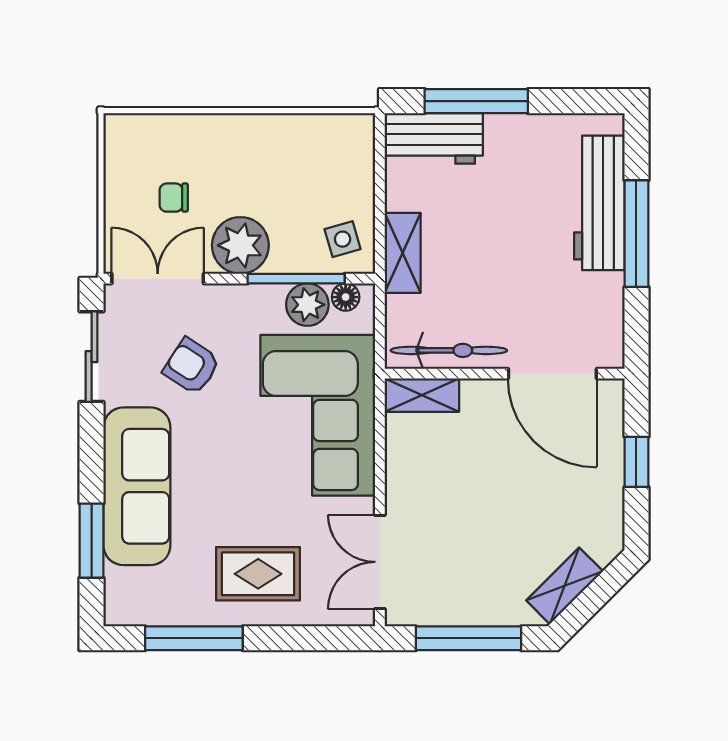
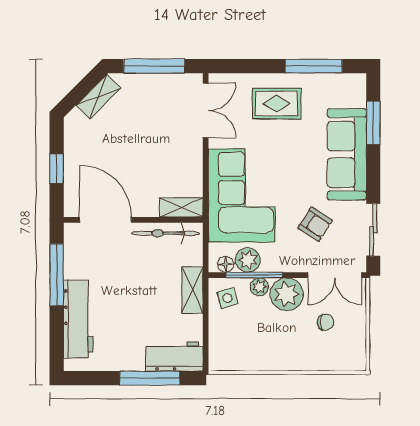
window: (636, 234) -> (57, 275), moved
plant: (288, 258) -> (259, 287), added

